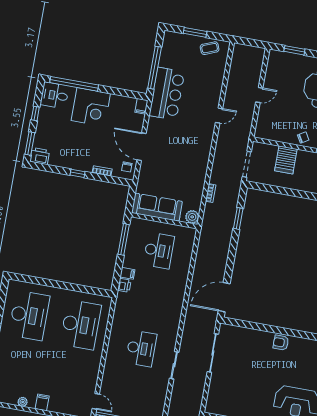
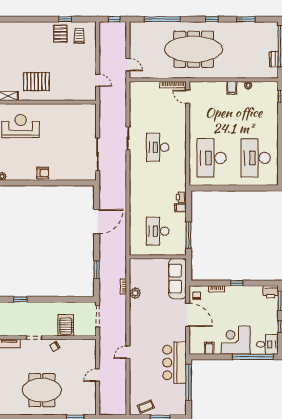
filing cabinet: (141, 106) -> (209, 348), moved
sofa: (157, 207) -> (177, 279), moved, turned 90
plant: (192, 217) -> (135, 293), moved
door: (224, 297) -> (97, 222), moved

